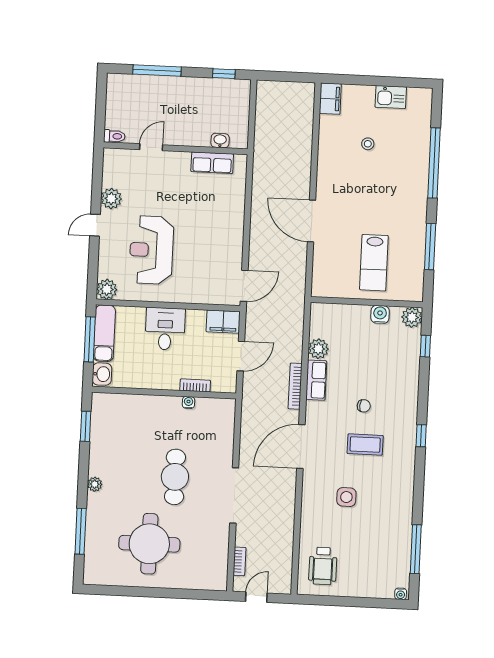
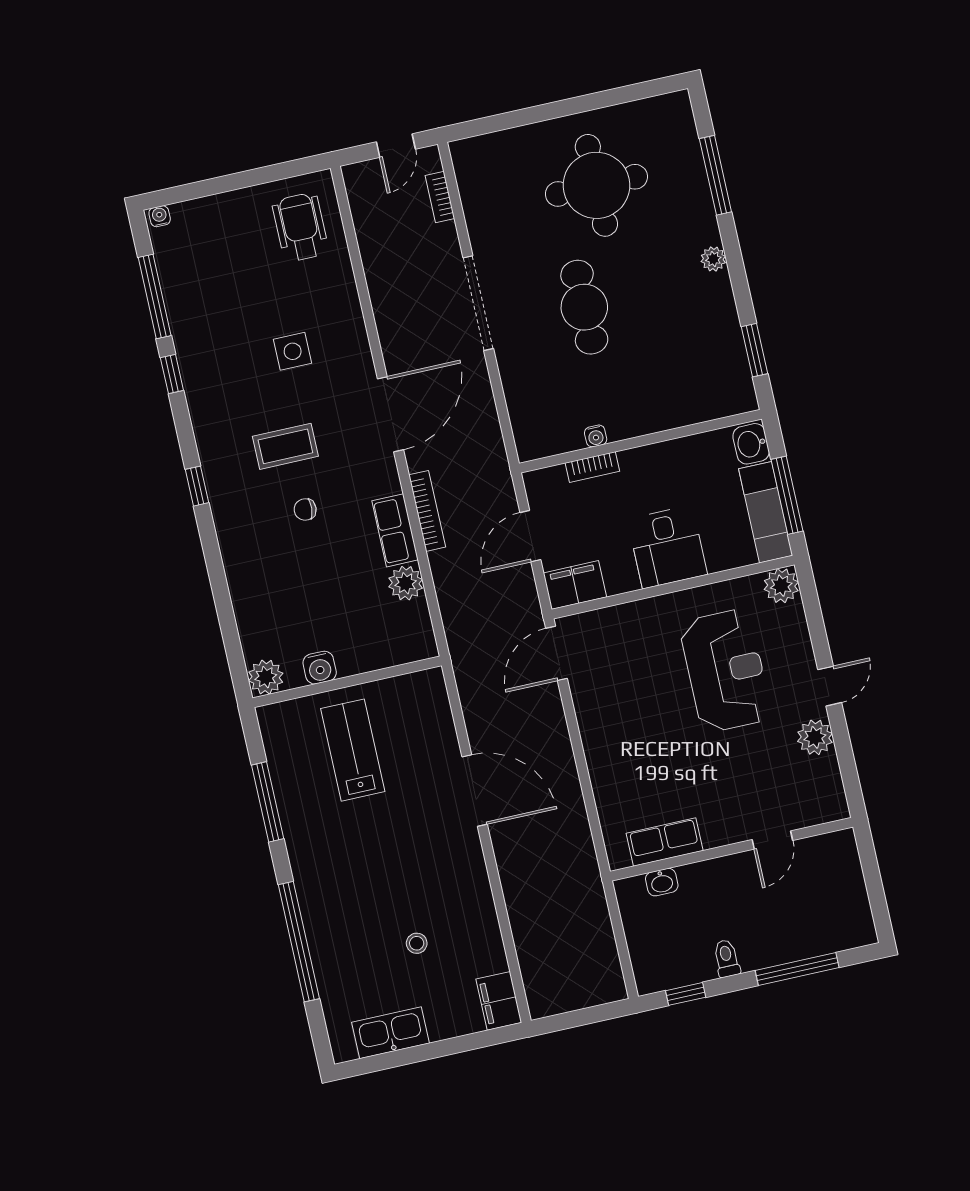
kitchen sink: (391, 97) -> (390, 1033), width x1.38
toilet: (114, 136) -> (727, 958), moved, turned 90
window: (425, 346) -> (172, 374), moved

